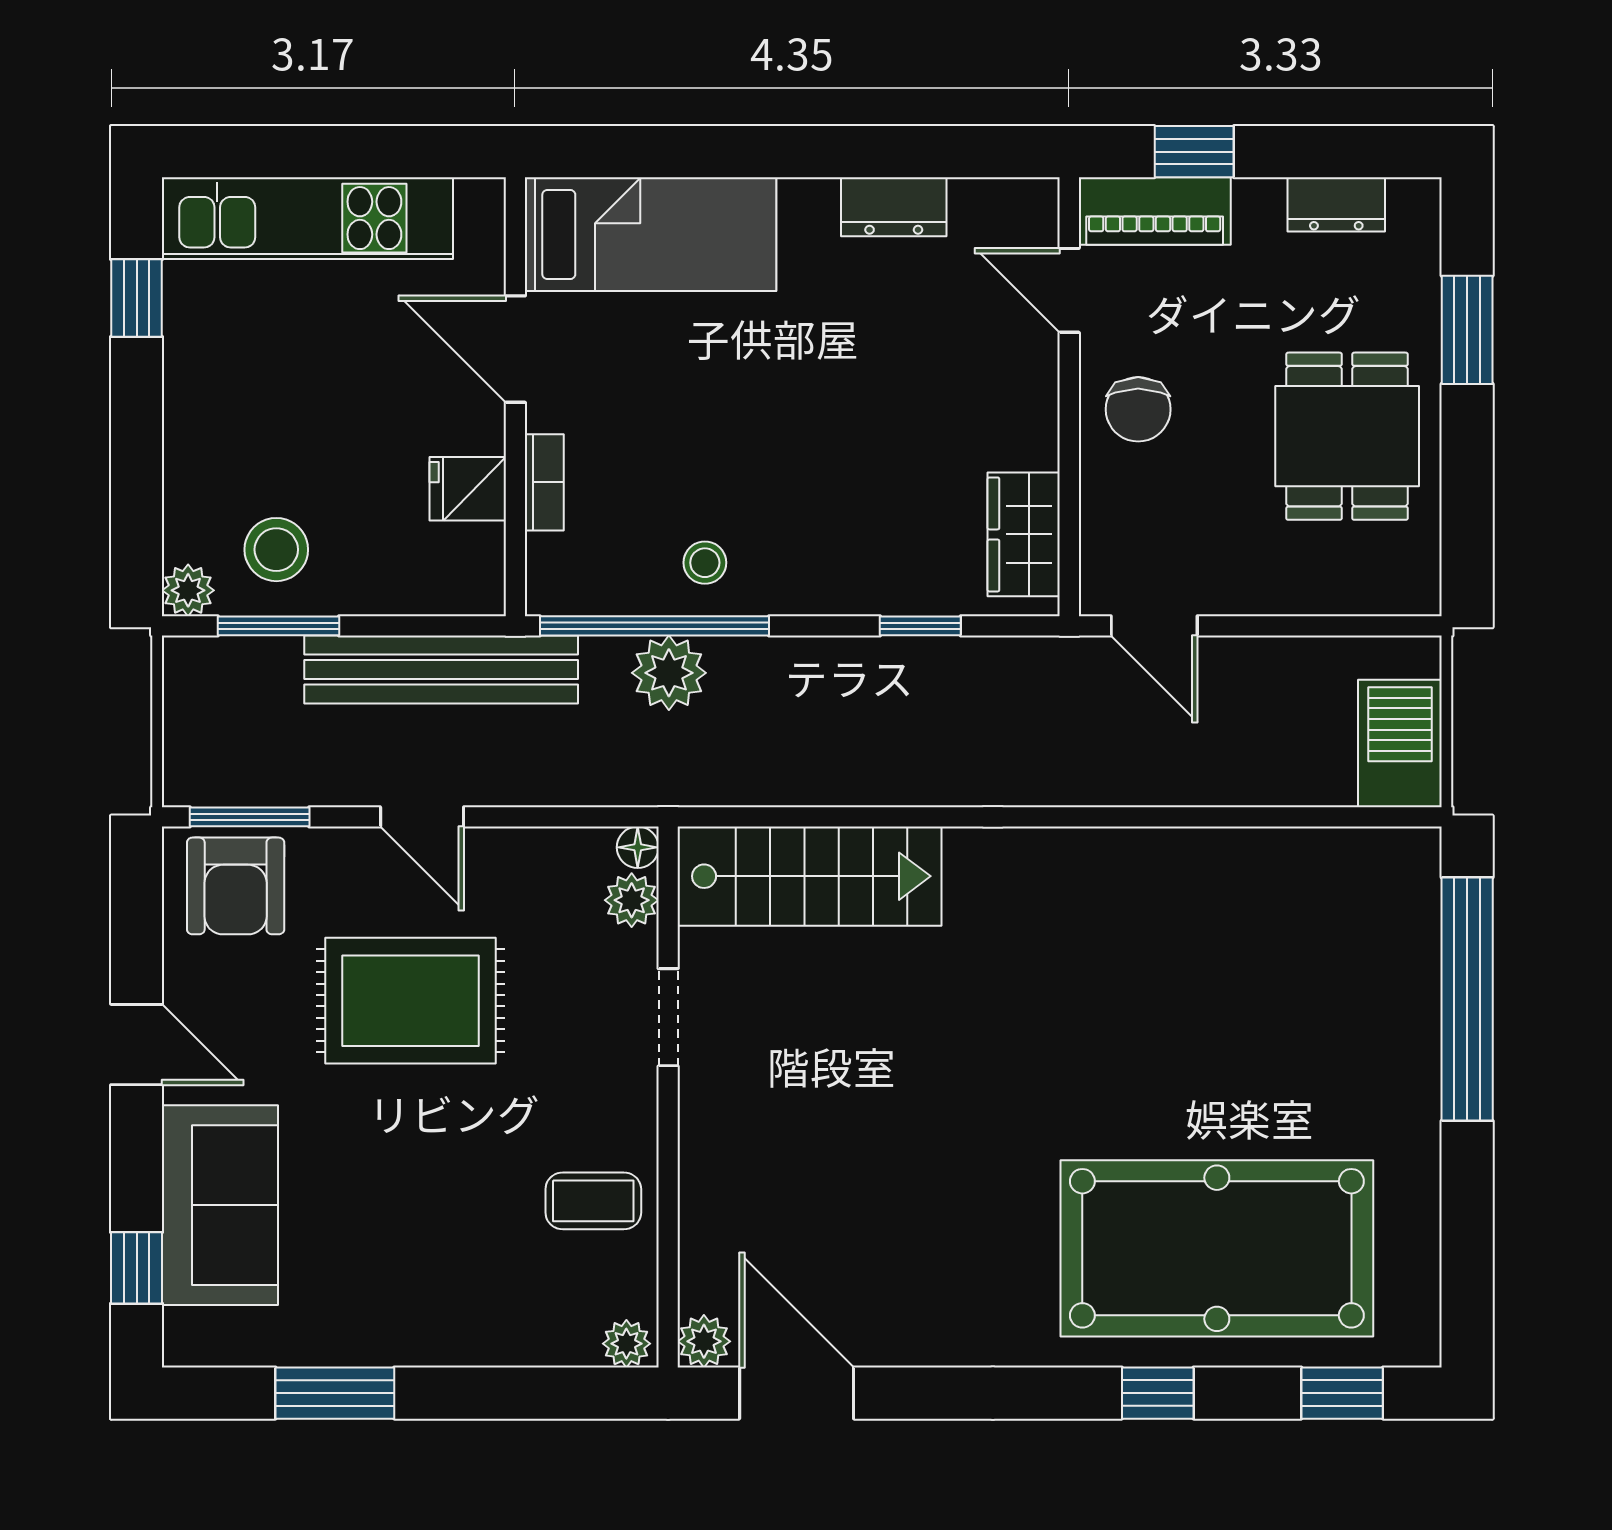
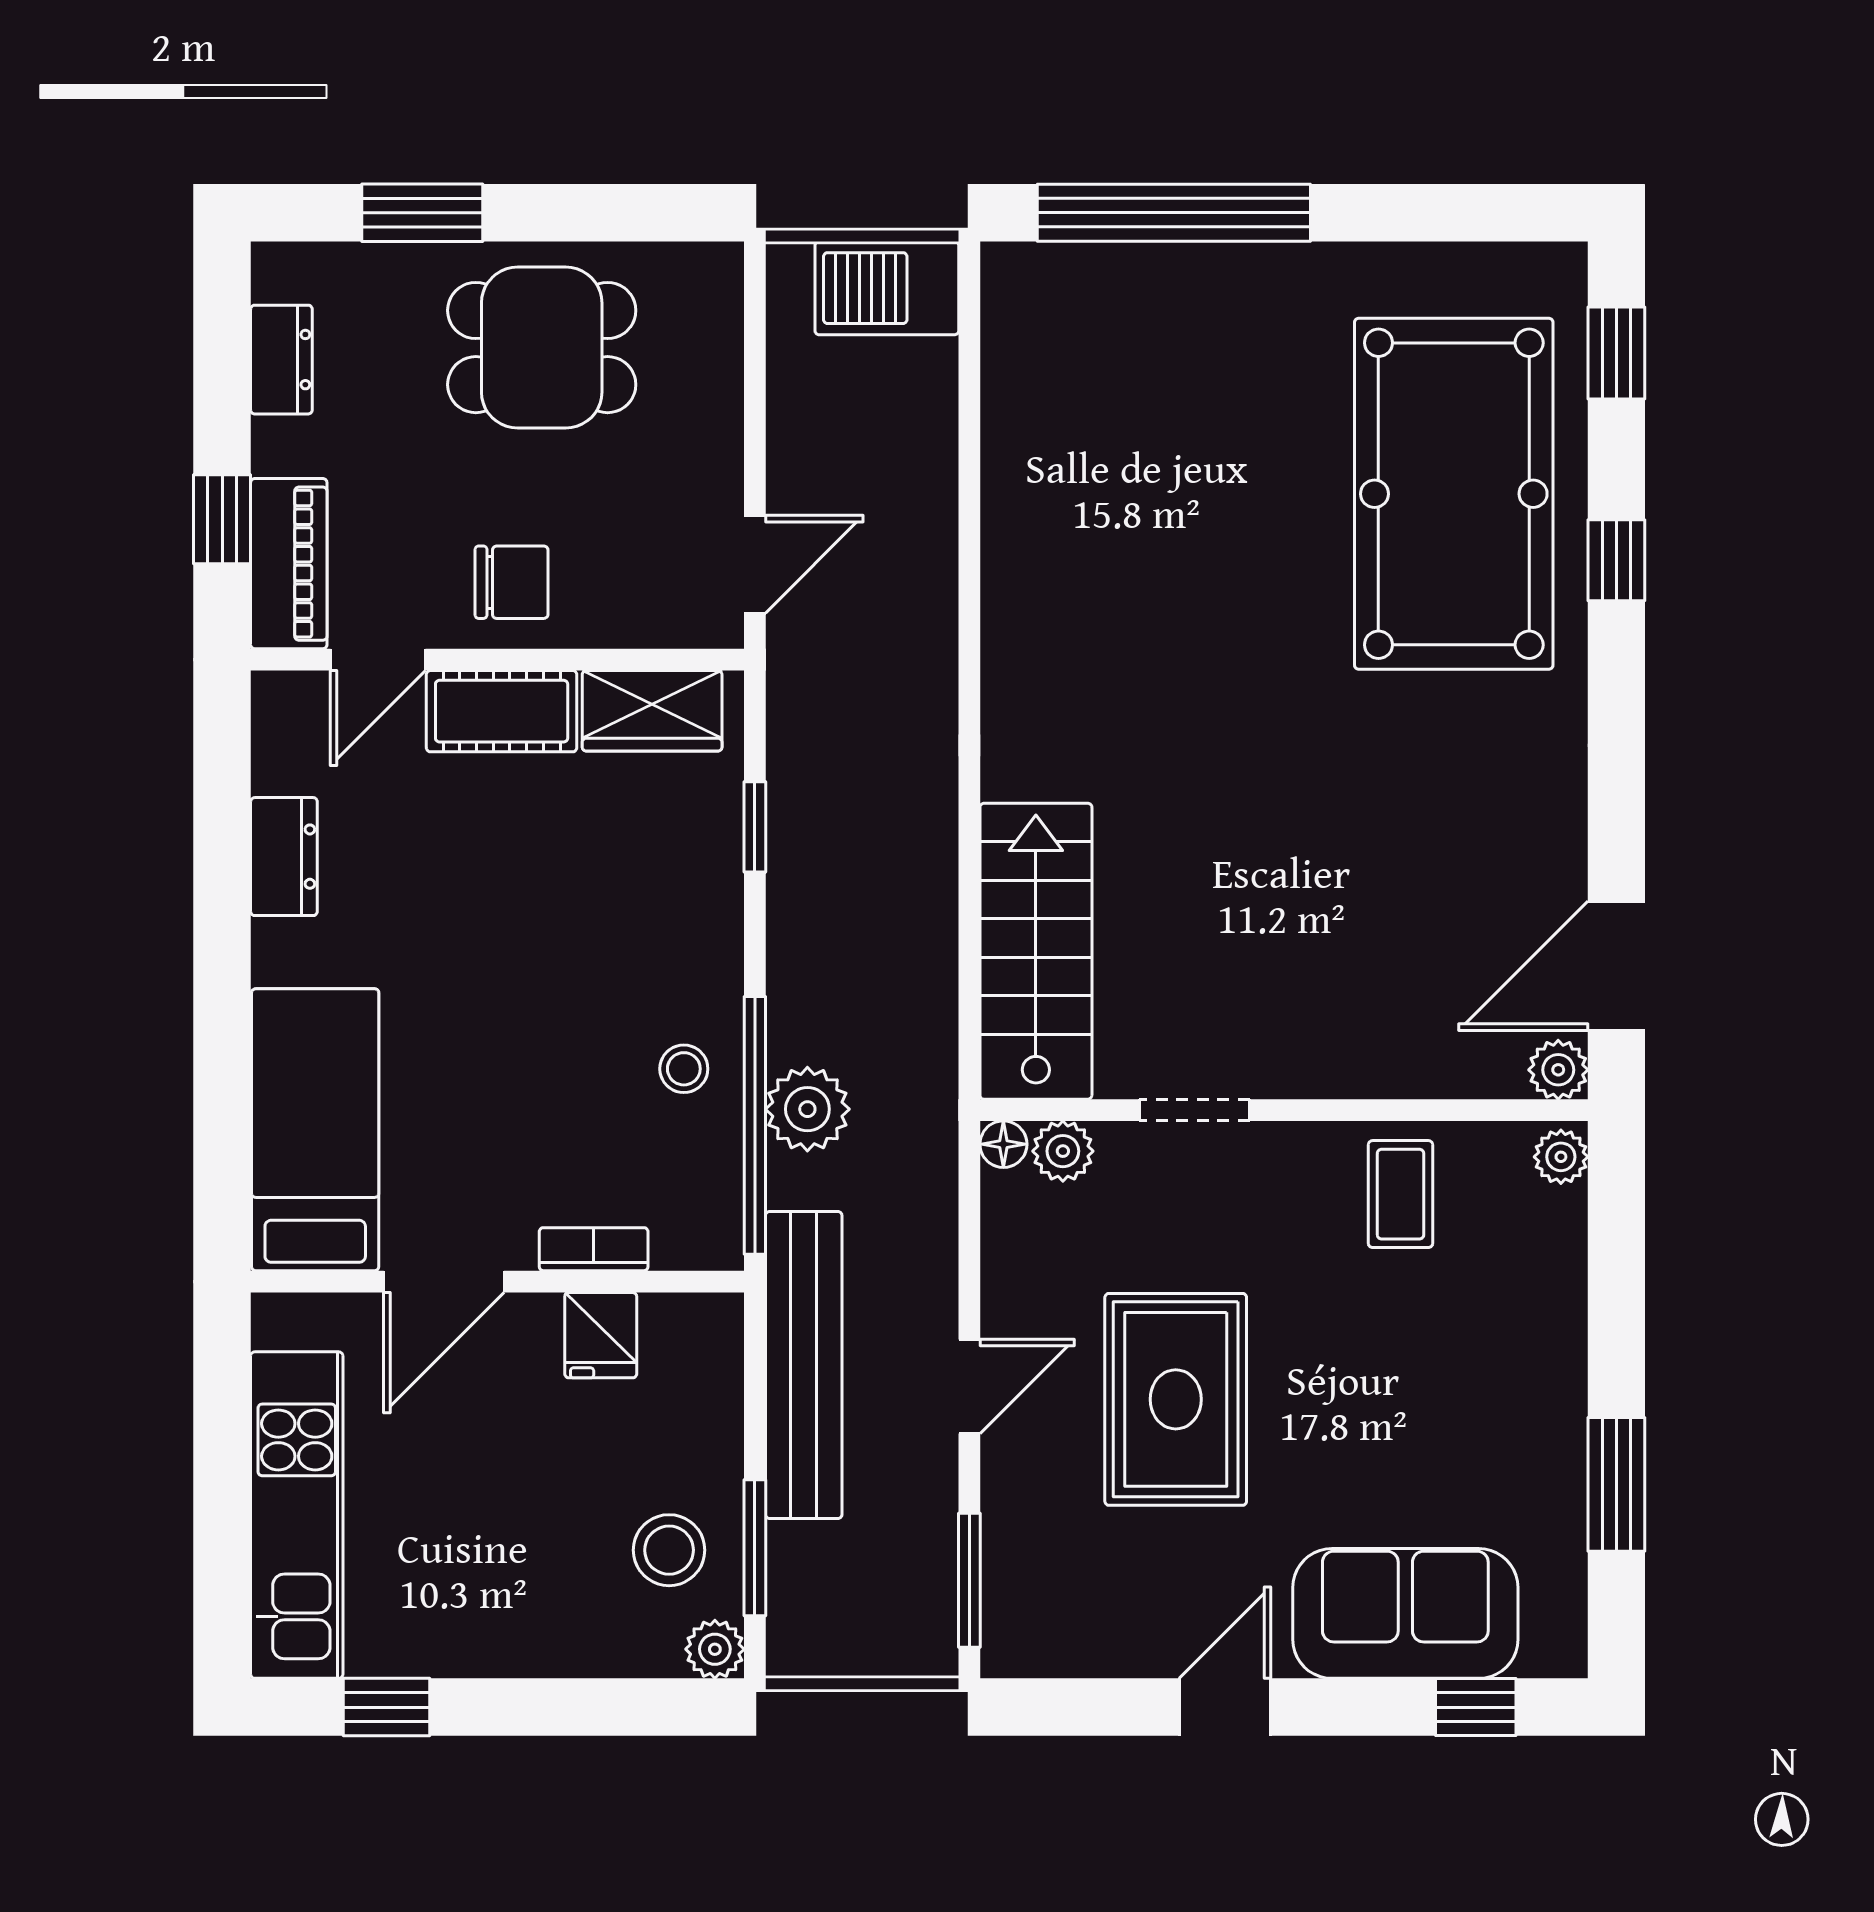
cot: (1023, 400) -> (502, 711), added
armchair: (236, 886) -> (1047, 1596), removed

